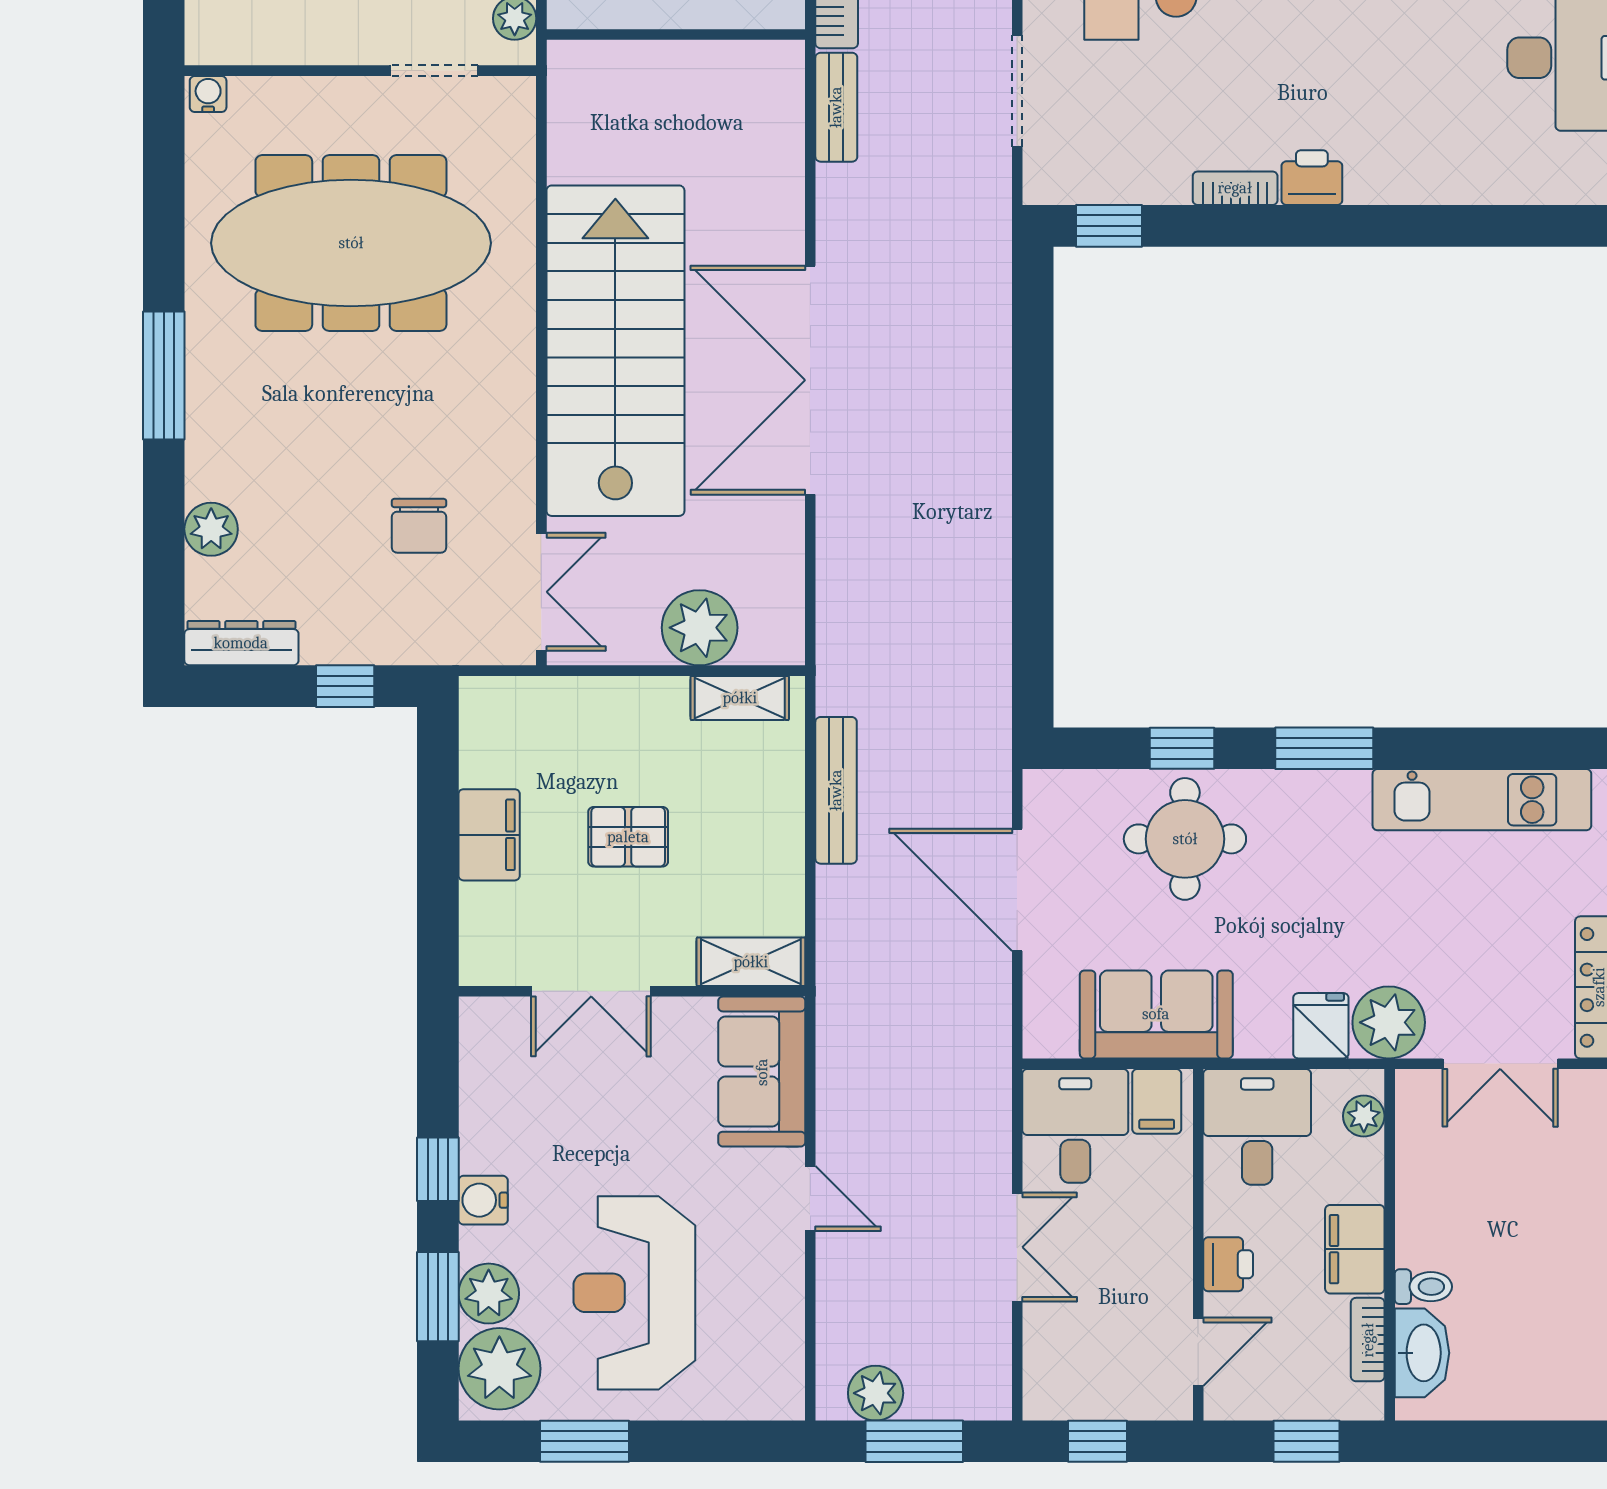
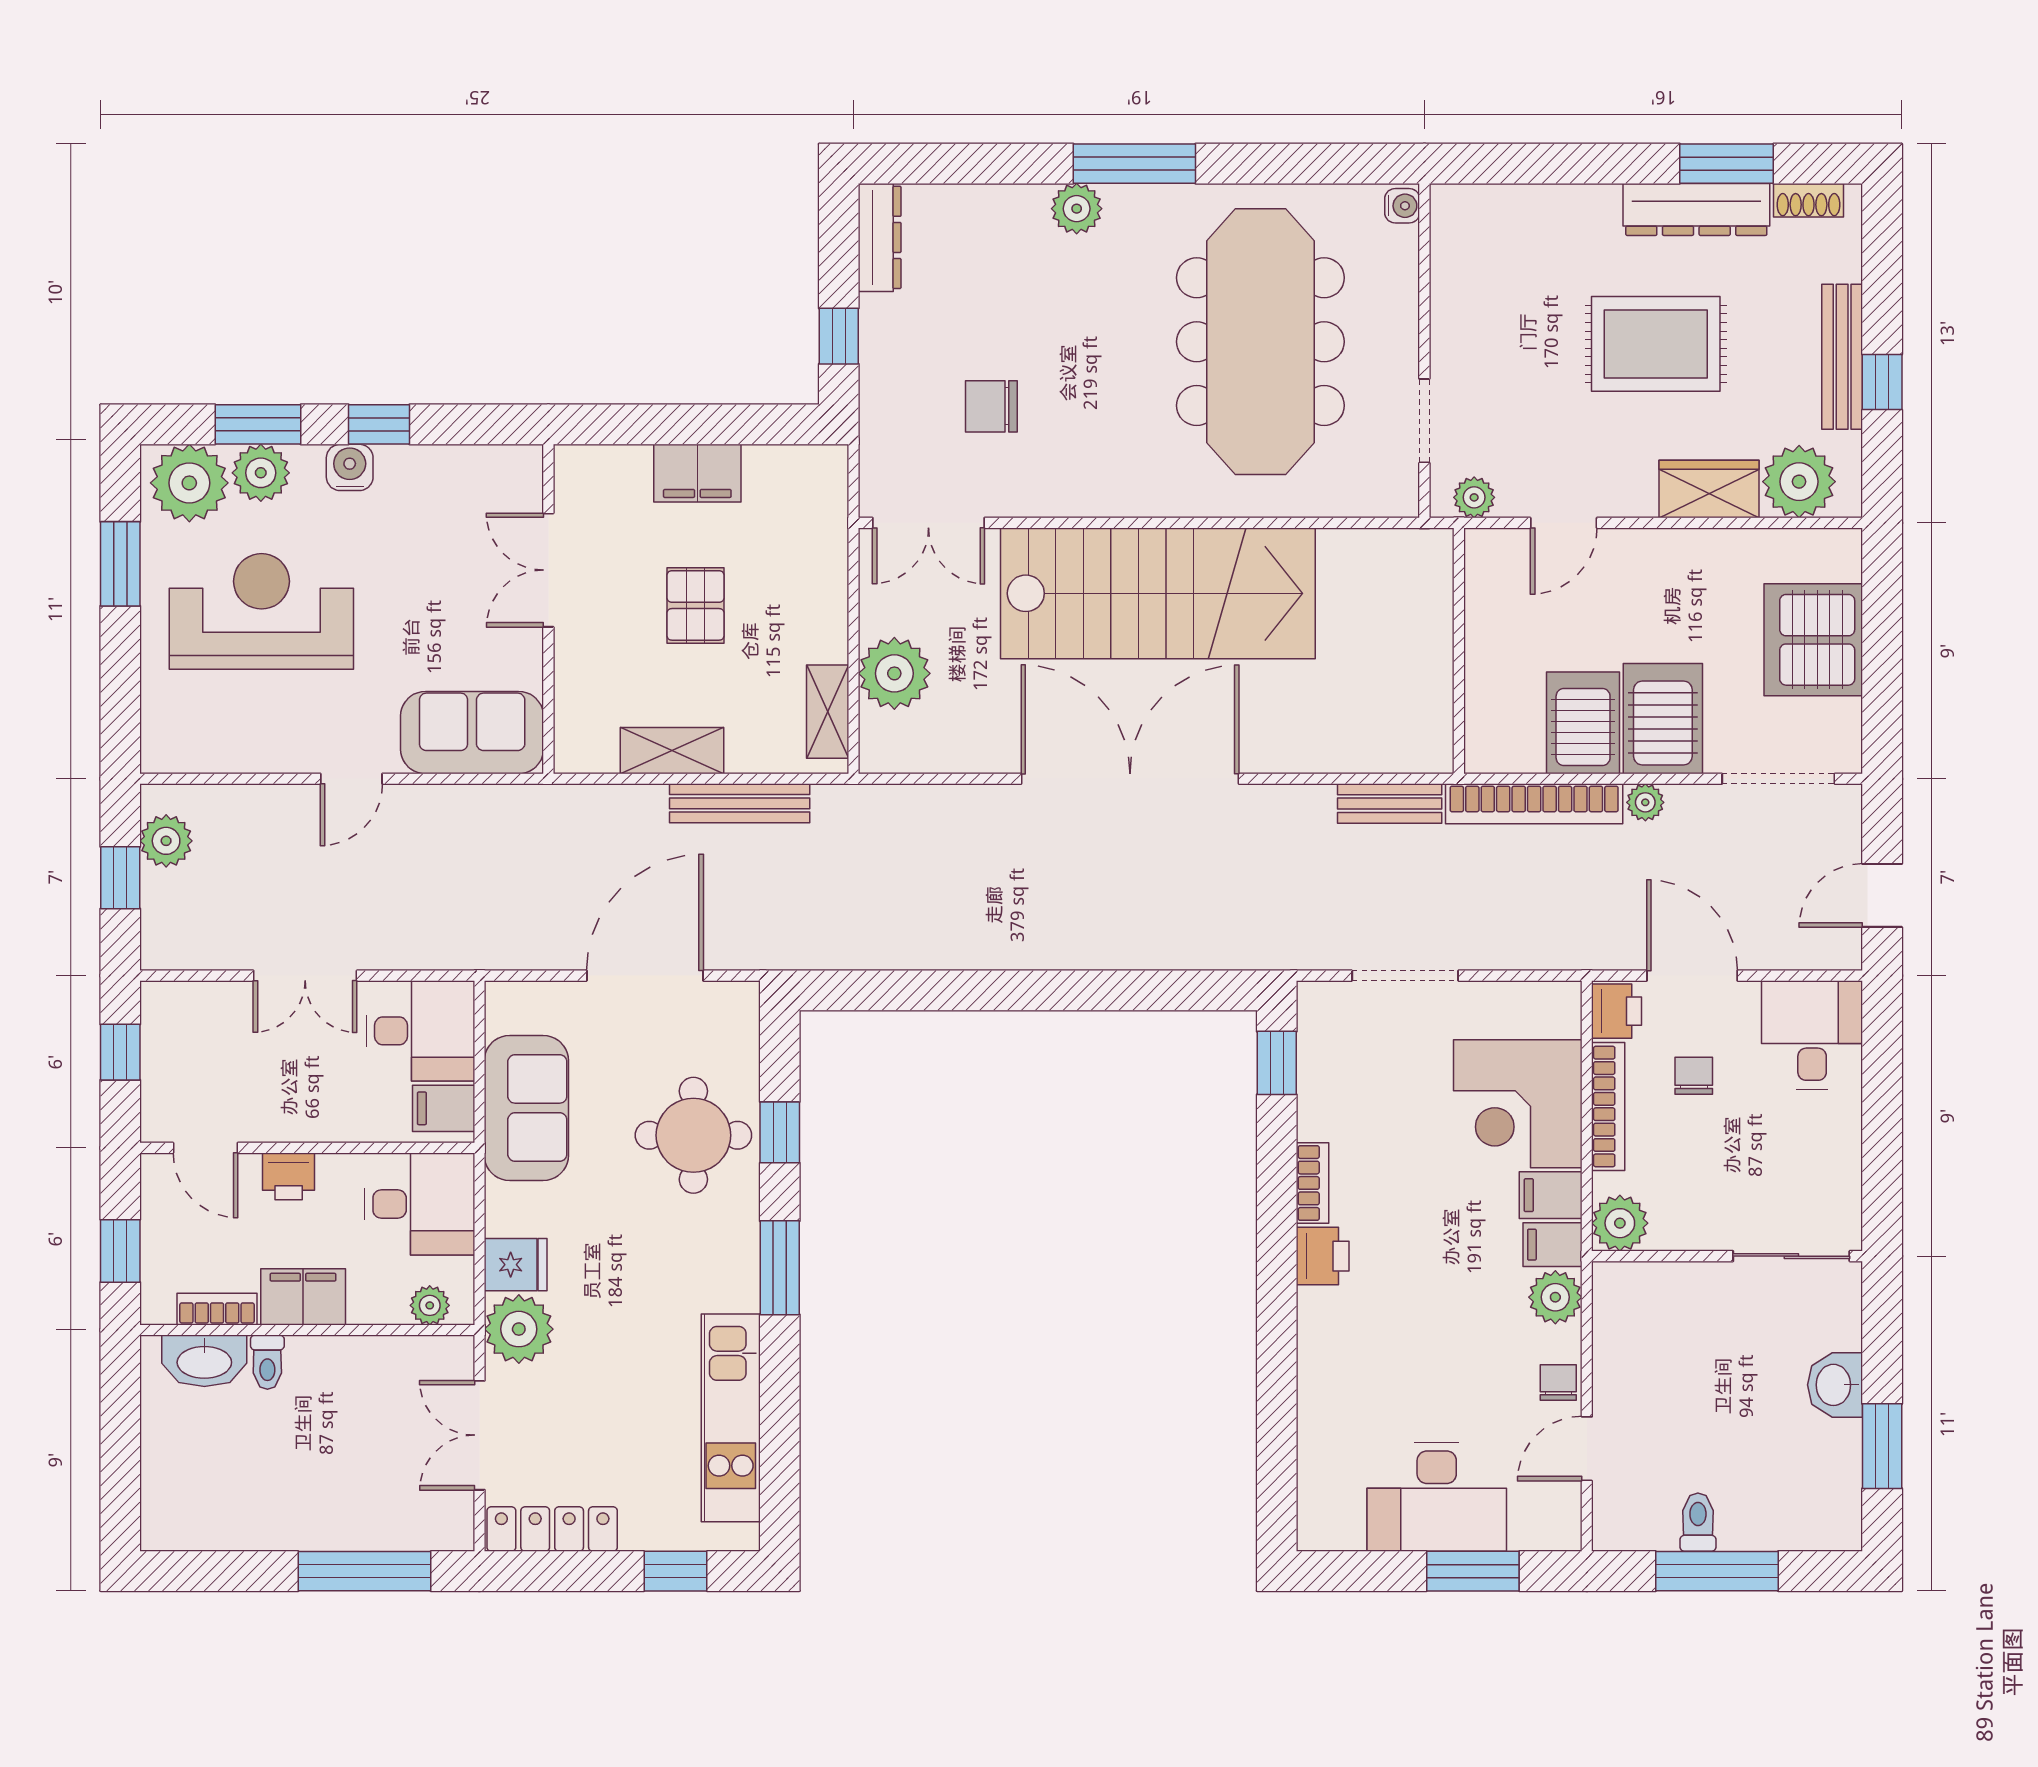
plant: (211, 529) -> (1077, 209), moved
shelving: (751, 962) -> (672, 751), moved, turned 90
window: (914, 1441) -> (120, 878), width x0.67

